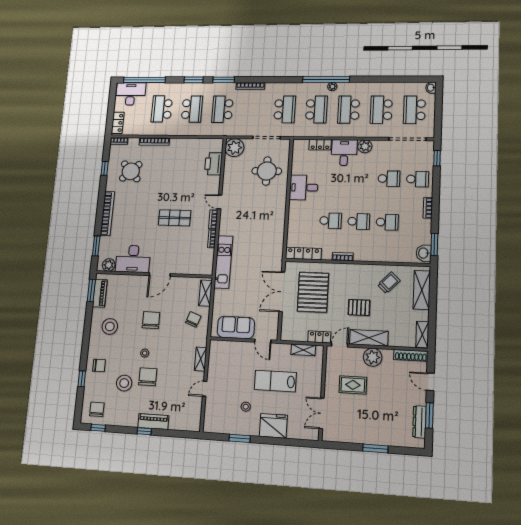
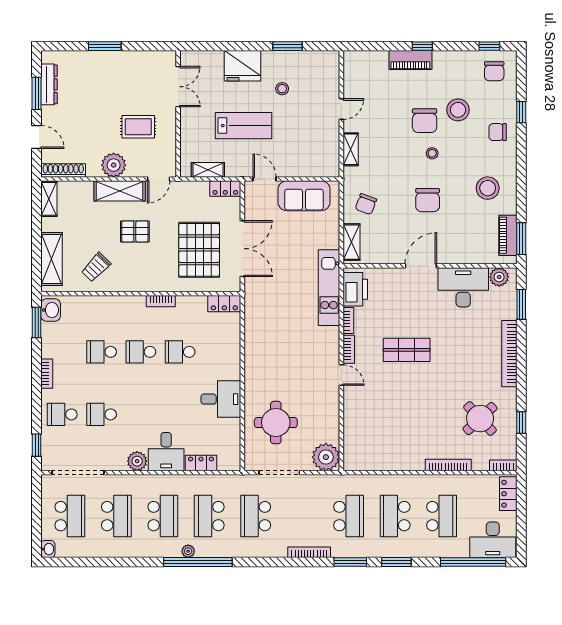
printer: (213, 164) -> (355, 289), moved
locker: (303, 254) -> (224, 304), width x0.66
locker: (319, 337) -> (225, 189), moved

